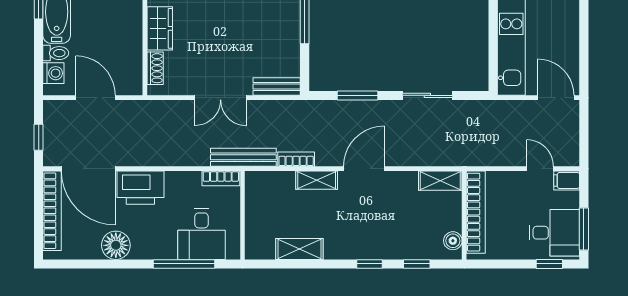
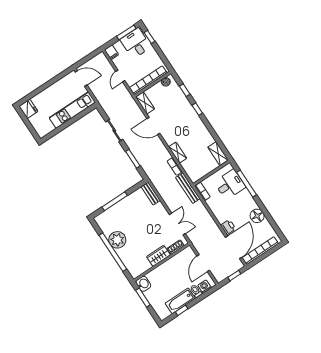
double door: (221, 98) -> (177, 224), moved
door: (556, 98) -> (81, 79), swing flipped
door: (364, 169) -> (153, 126), moved
door: (540, 169) -> (120, 76), moved
printer: (140, 188) -> (228, 227), width x0.53, depth x0.68
shelving: (299, 249) -> (218, 154), moved

